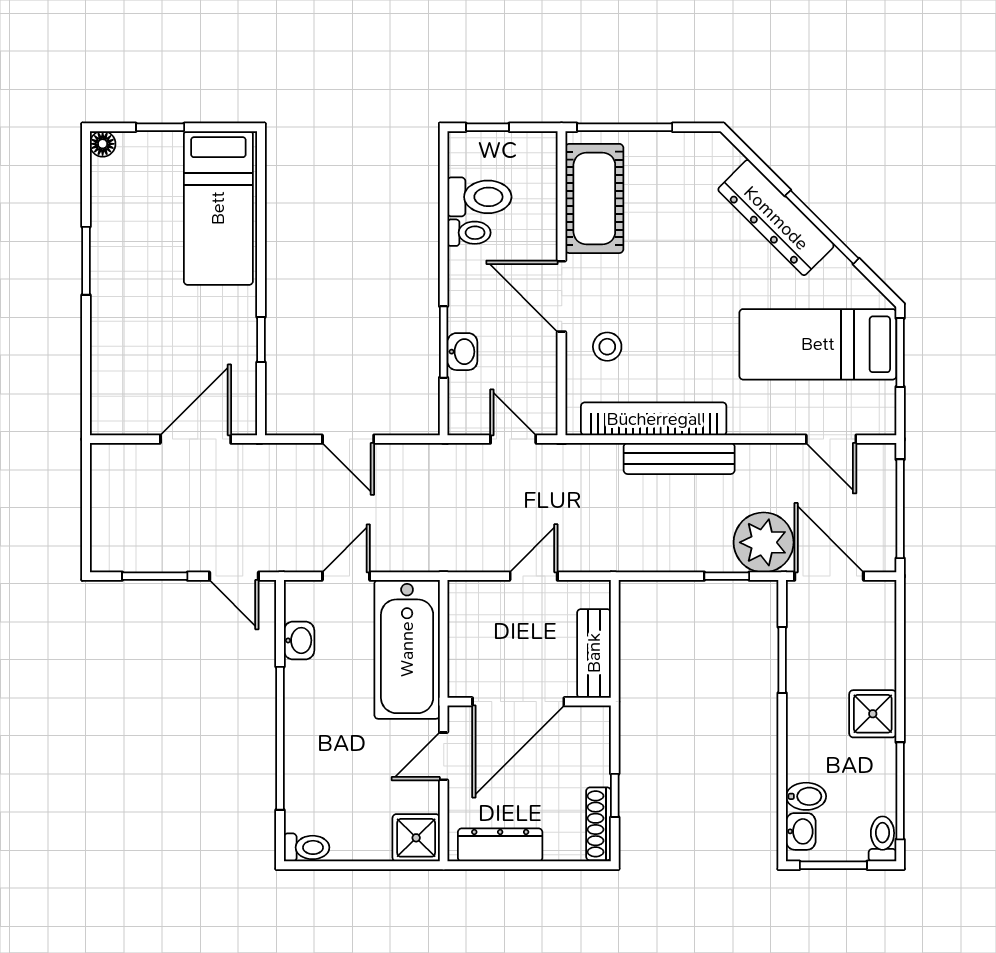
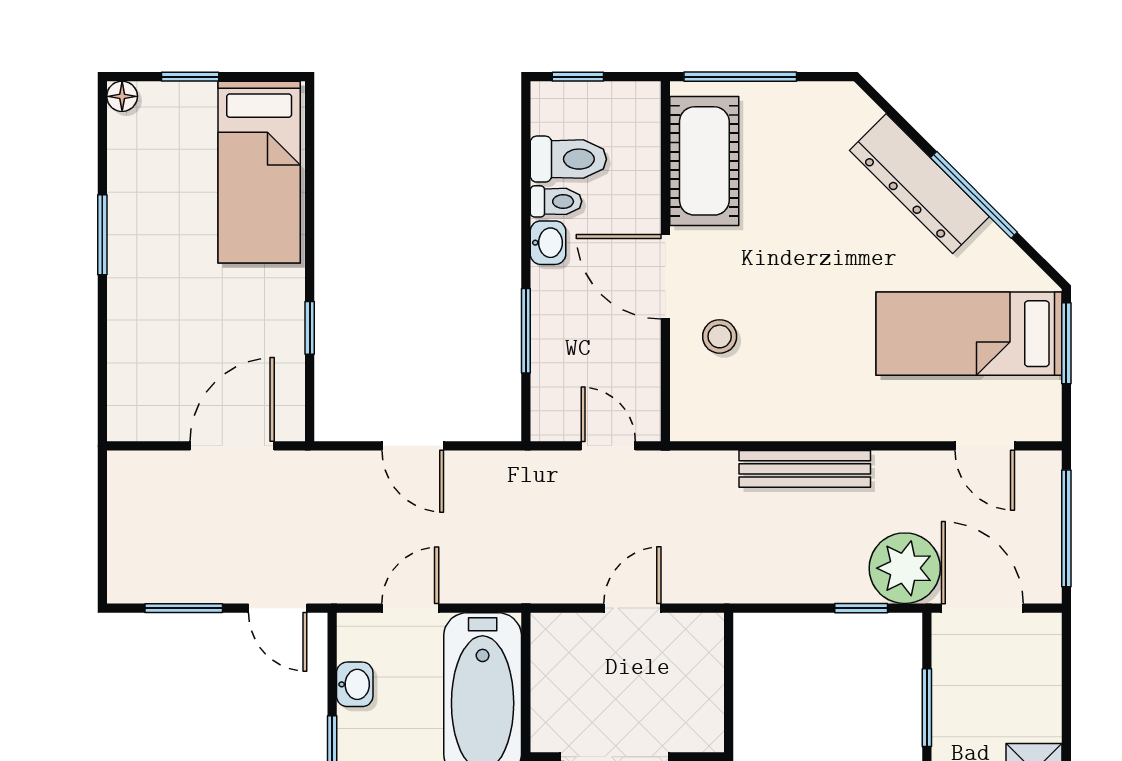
washbasin: (462, 352) -> (548, 243), moved
bookcase: (654, 419) -> (775, 422), removed
bench: (594, 653) -> (704, 700), removed

